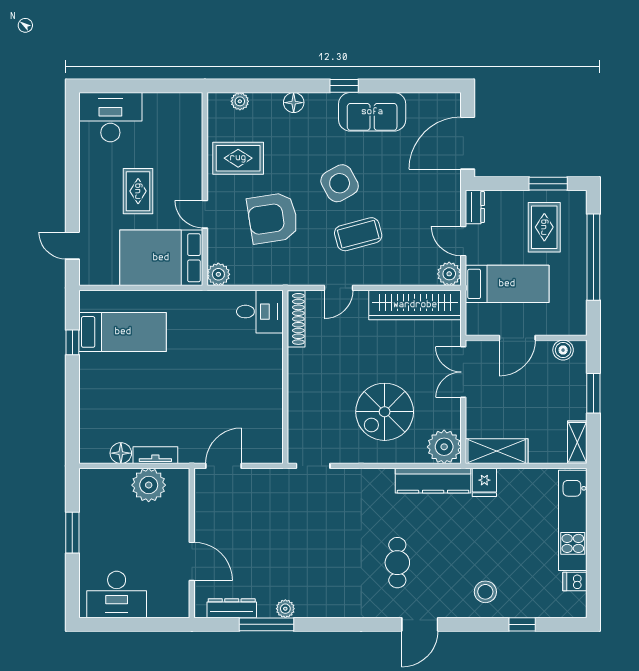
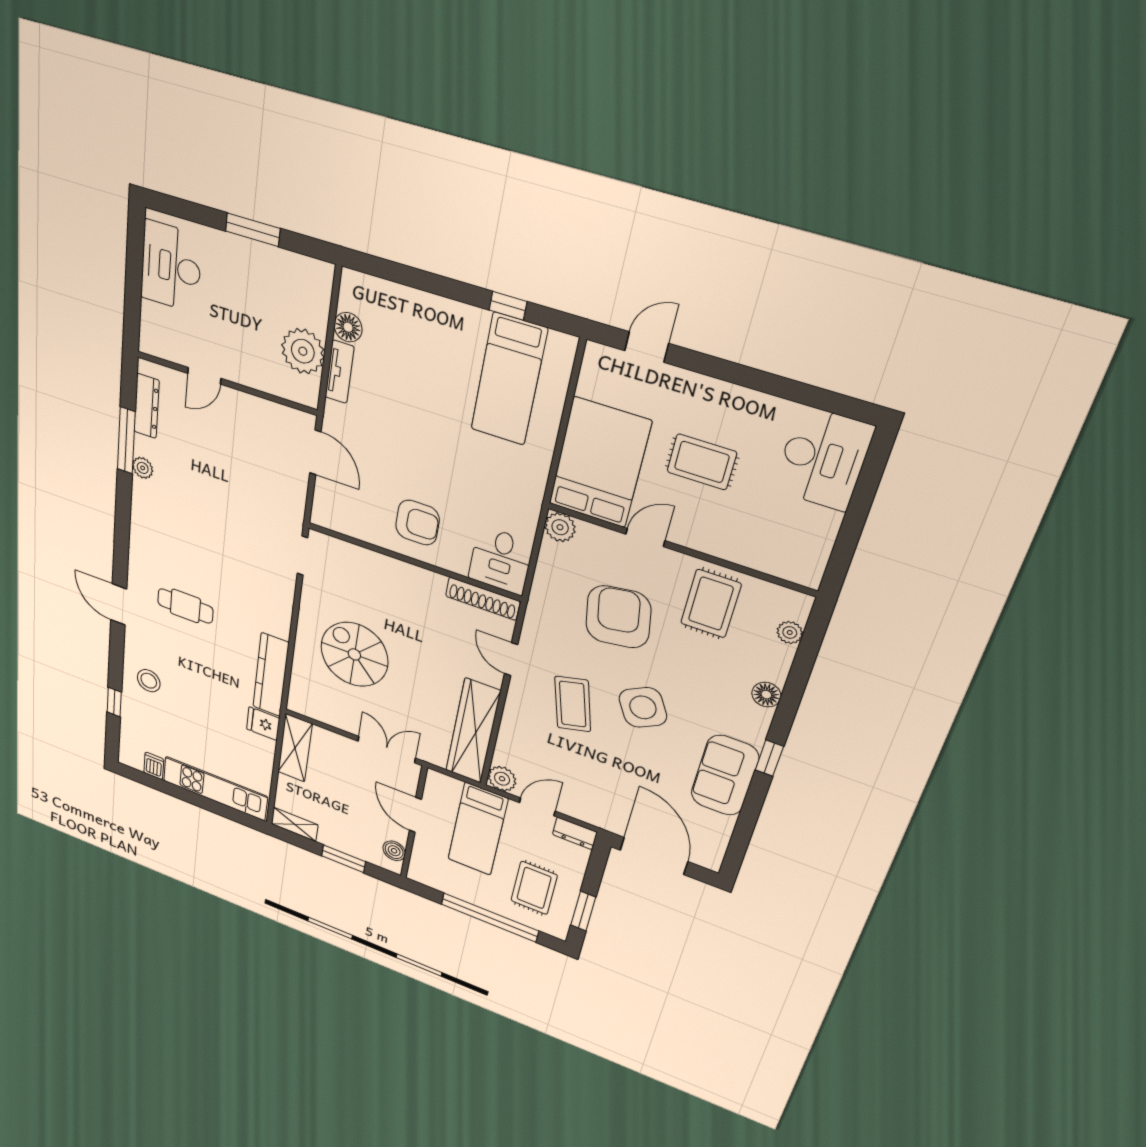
rug: (544, 227) -> (534, 888), turned 90
armchair: (252, 379) -> (417, 523), added
plant: (444, 447) -> (306, 700), removed
door: (192, 561) -> (204, 376), width x0.73

